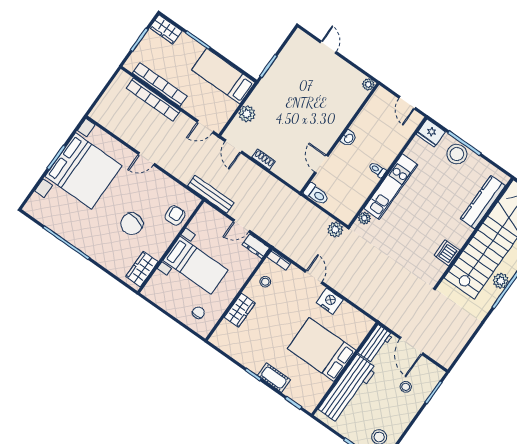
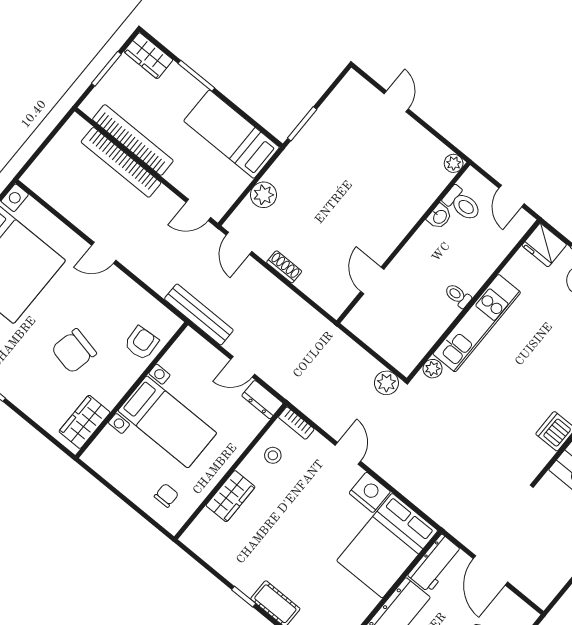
washbasin: (348, 138) -> (440, 217), moved
toilet: (316, 194) -> (462, 204), moved
bed: (322, 349) -> (387, 546), moved, turned -90

